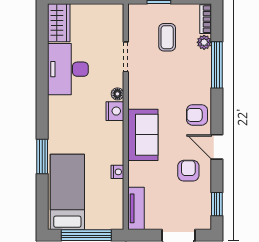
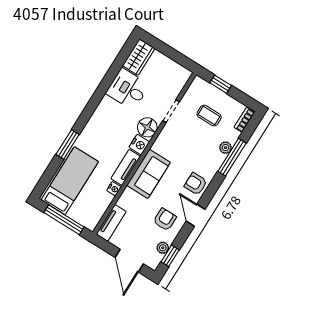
coffee table: (167, 37) -> (209, 116), turned 90
plant: (204, 42) -> (225, 148), moved
desk: (68, 69) -> (128, 89), width x0.73
floor lamp: (117, 94) -> (147, 127), width x1.89, depth x1.89
tv unit: (116, 143) -> (126, 167), added
plant: (204, 201) -> (163, 248), added

